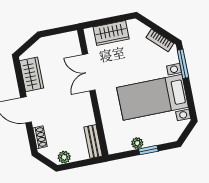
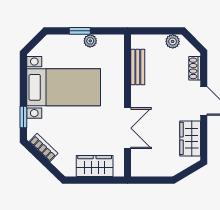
window: (183, 64) -> (23, 117), width x0.67
bench: (93, 141) -> (138, 67), moved

